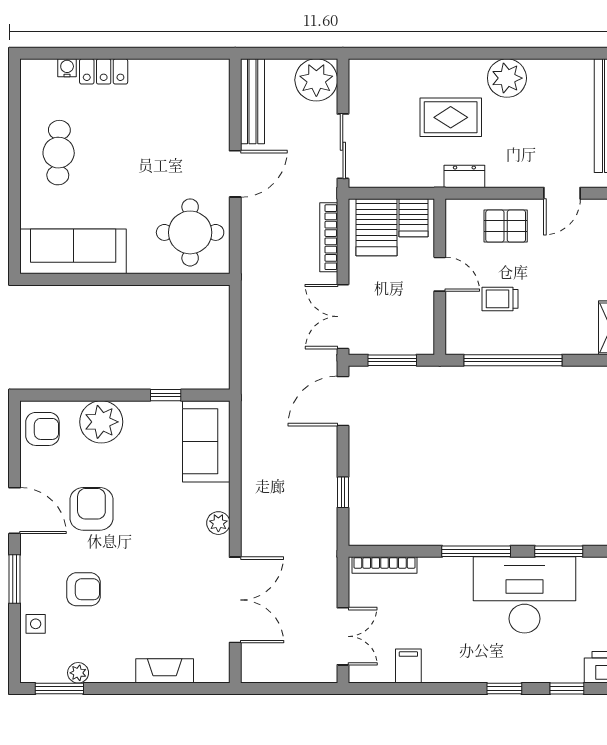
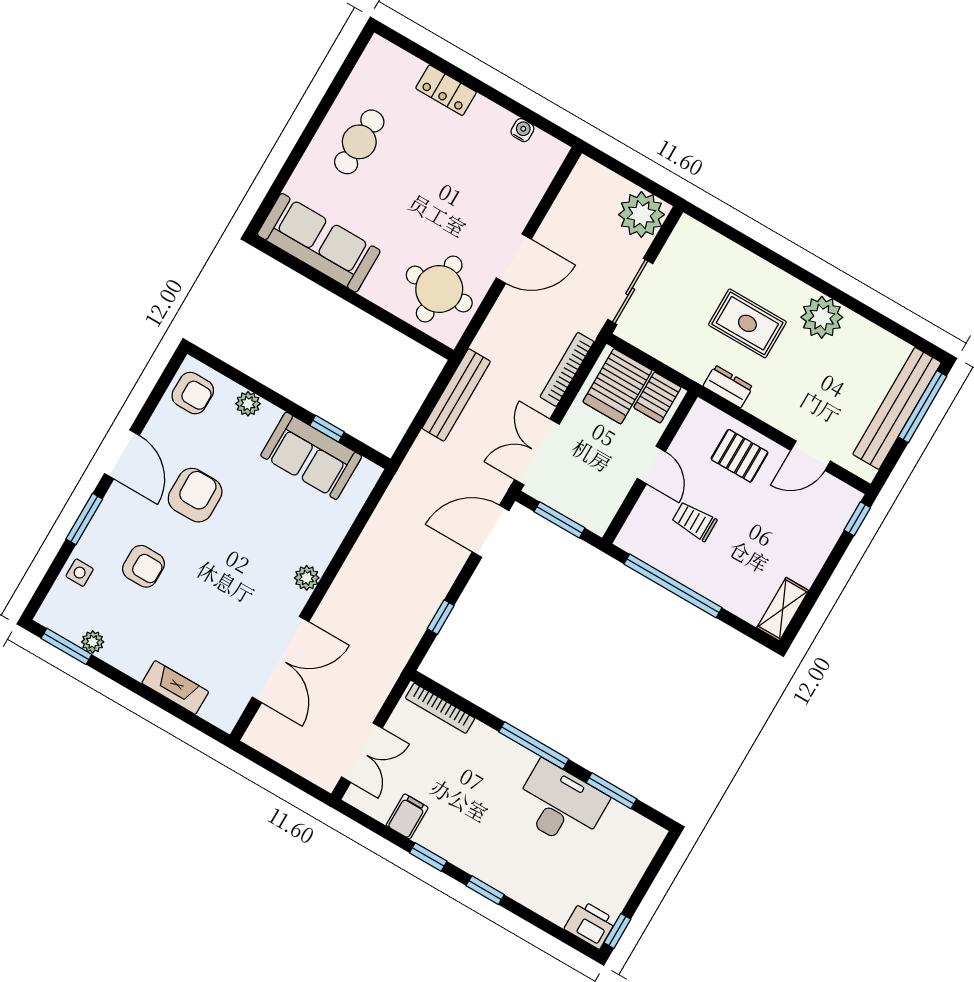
water cooler: (67, 68) -> (522, 130), moved
bench: (253, 101) -> (456, 395), moved
plant: (101, 422) -> (248, 404), width x0.53, depth x0.53
sofa: (206, 441) -> (311, 456), moved, turned -90
desk: (524, 595) -> (560, 805), width x0.73, depth x0.77
window: (567, 689) -> (428, 857), moved

